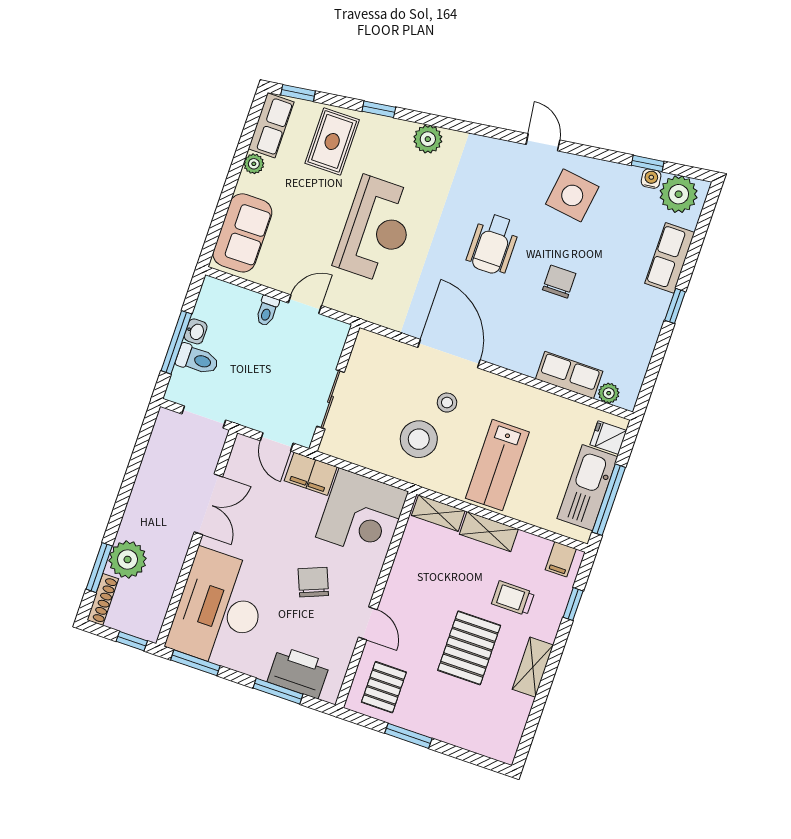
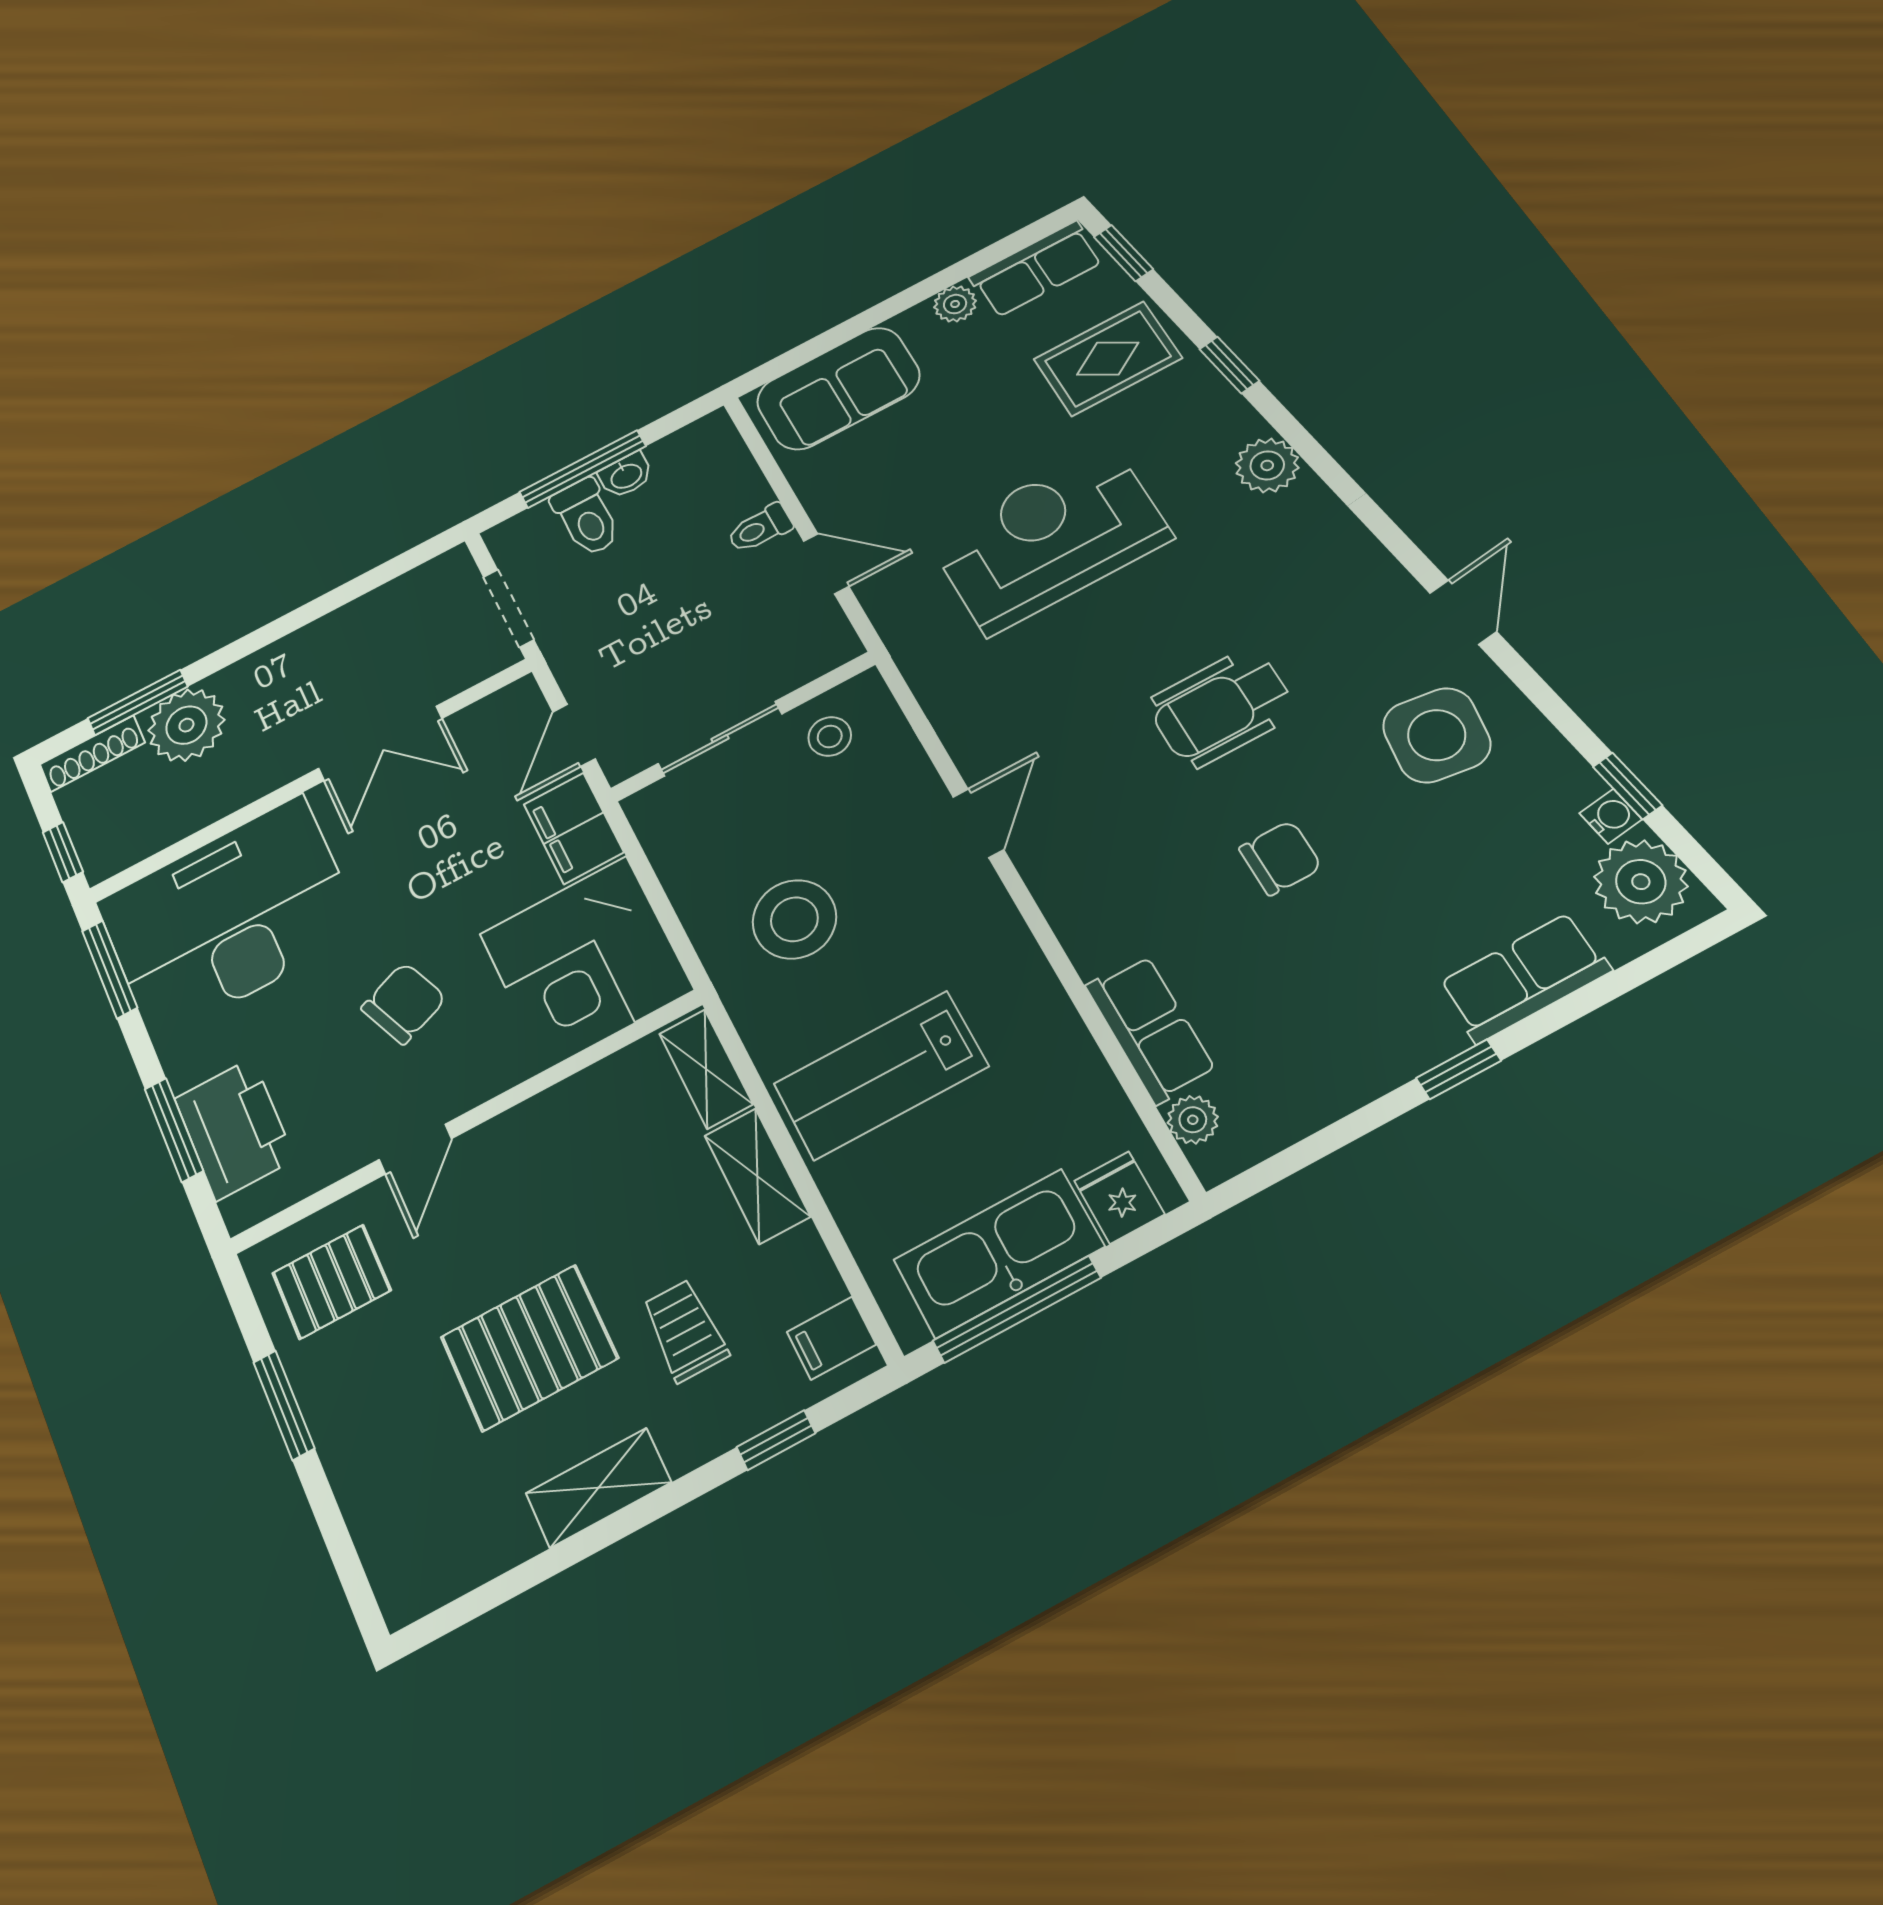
reception desk: (376, 229) -> (1049, 538), turned 180
door: (449, 354) -> (978, 823), width x0.53
stool: (447, 403) -> (830, 736), moved

